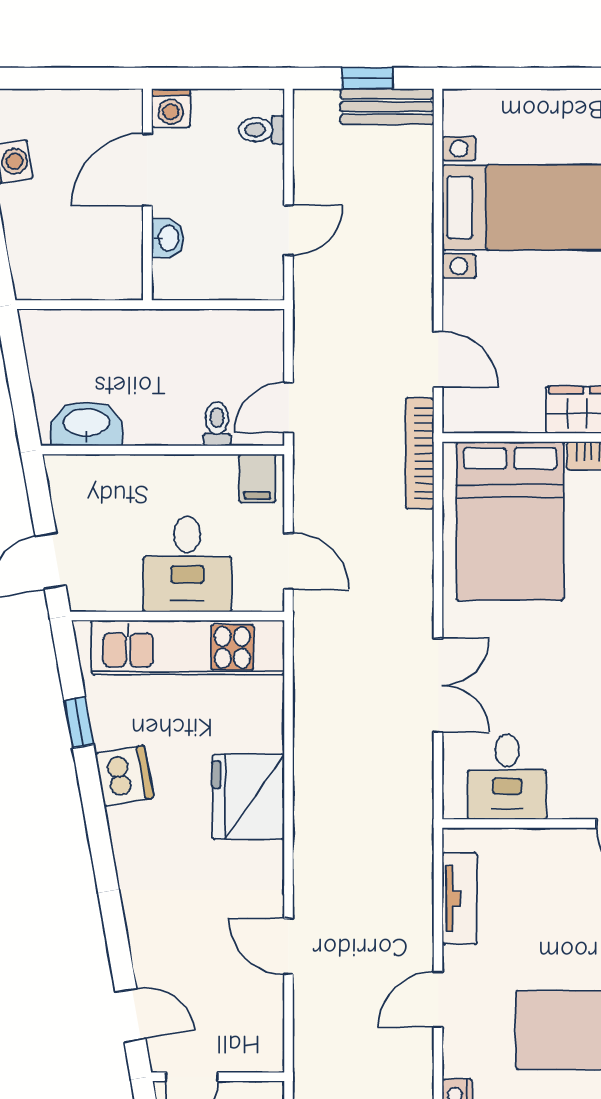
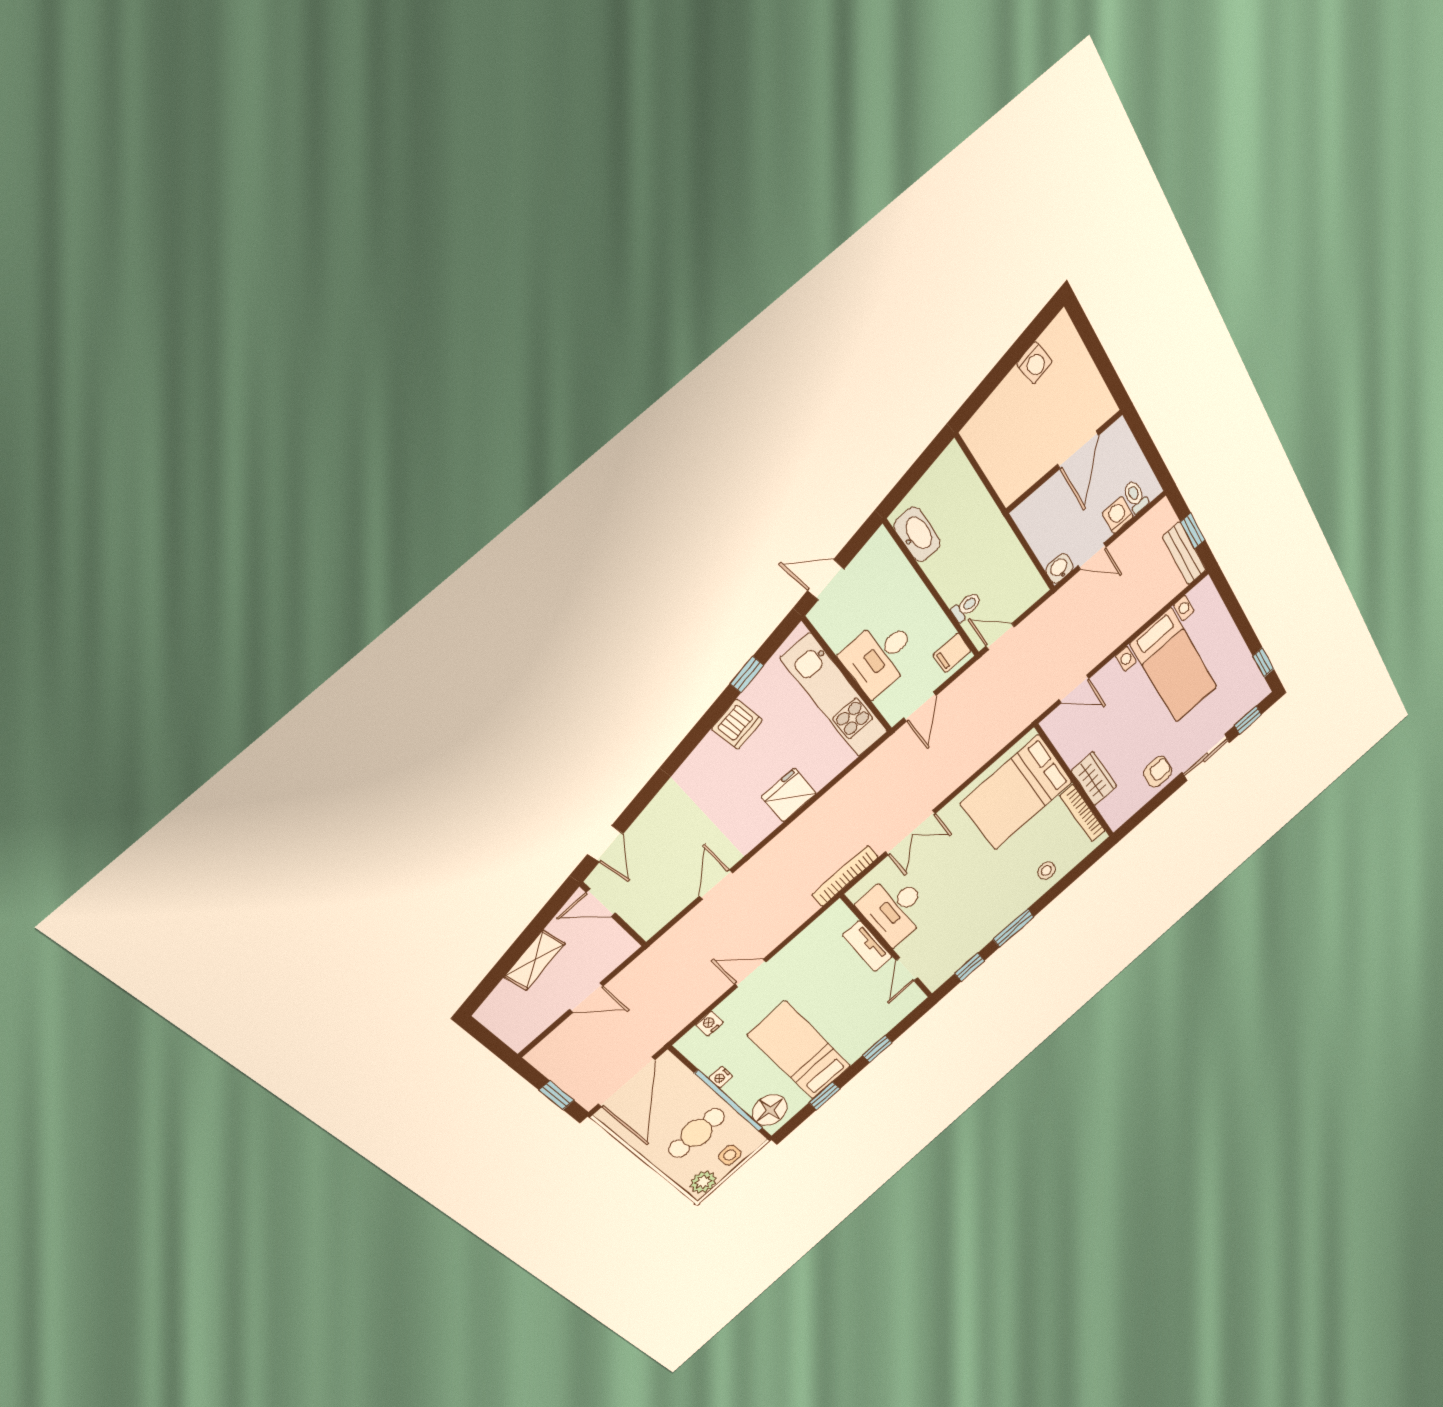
washing machine: (171, 108) -> (1118, 515), moved, turned 90
door: (147, 170) -> (1078, 450), swing flipped
washbasin: (168, 238) -> (1059, 568), moved, turned 180
door: (438, 359) -> (1074, 689), hinge flipped
bookcase: (420, 453) -> (845, 876), moved
desk: (507, 777) -> (895, 909), width x1.37
fridge: (248, 797) -> (789, 795), width x0.73, depth x0.75
tv unit: (460, 899) -> (867, 946), moved, turned 90

